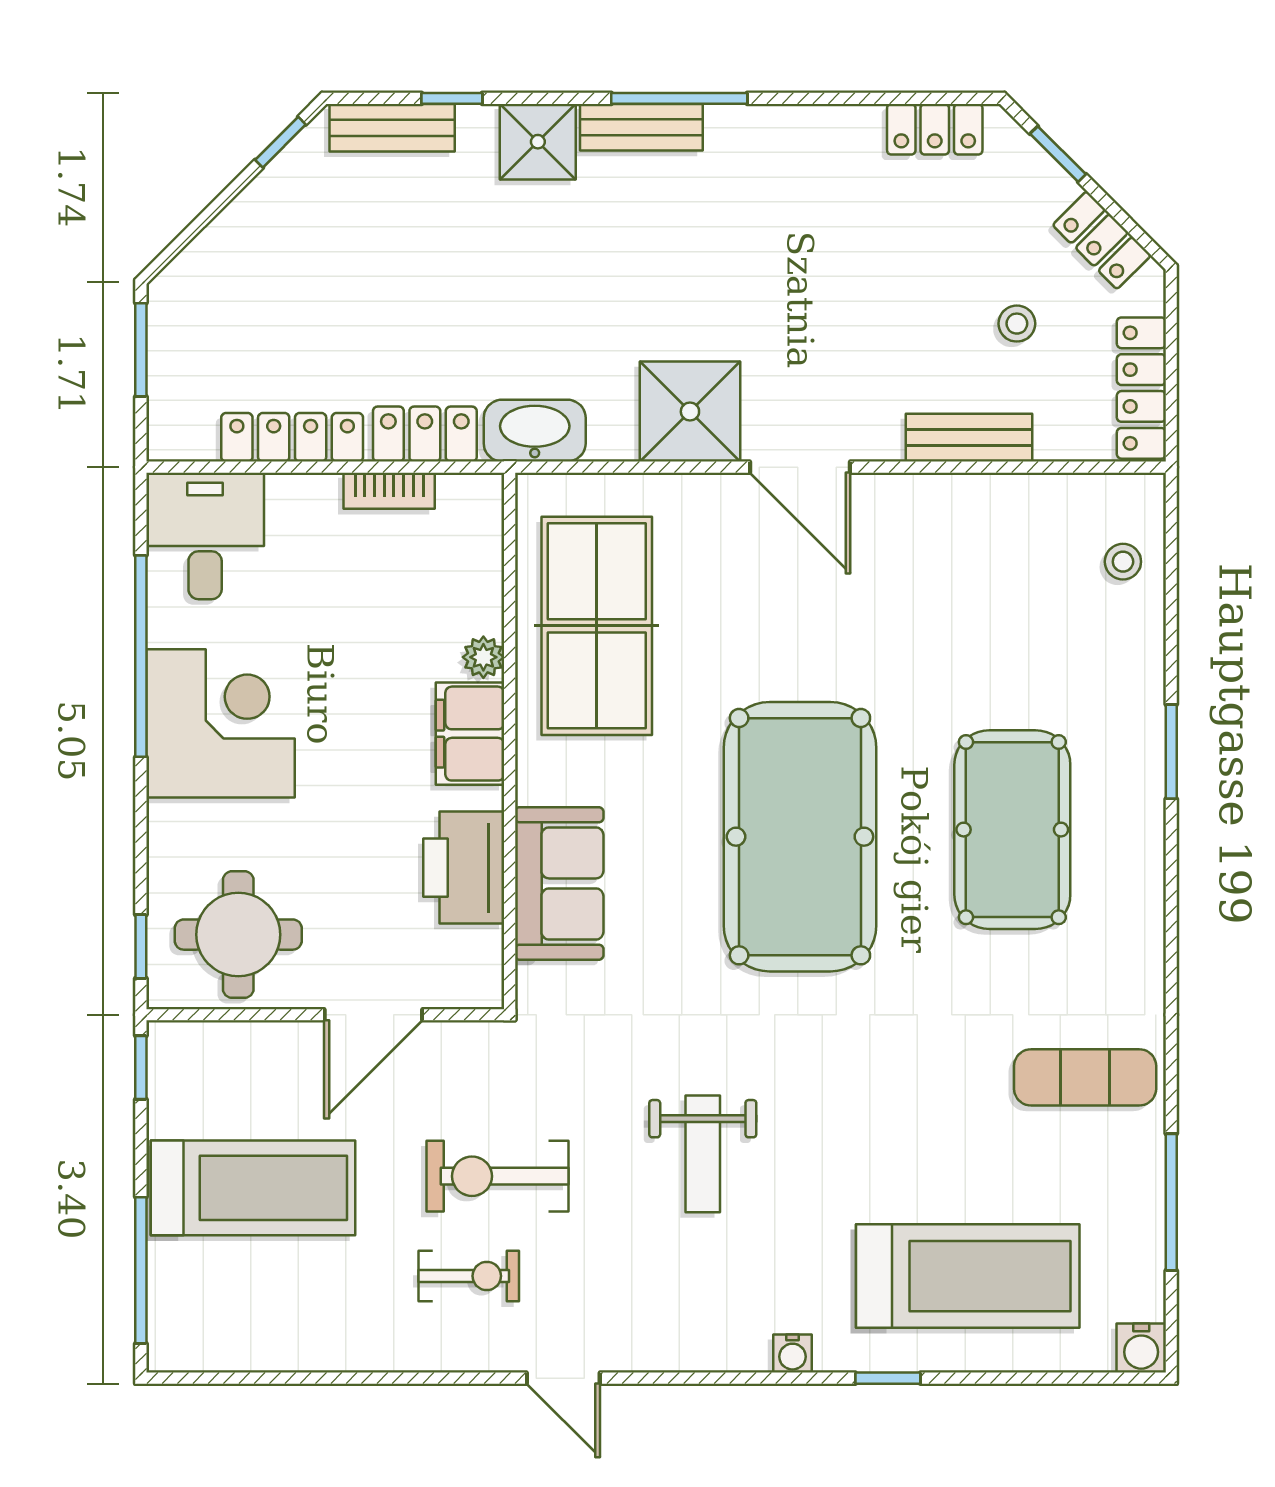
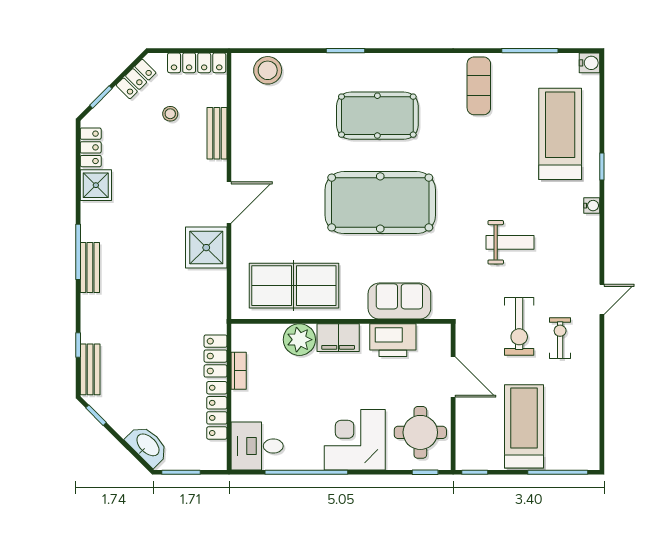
shower: (538, 142) -> (96, 185), moved
washbasin: (535, 431) -> (147, 445), moved, turned 135
stool: (1123, 562) -> (268, 70), width x1.89, depth x1.89
plant: (483, 657) -> (299, 340), width x1.88, depth x1.88
corner desk: (221, 723) -> (355, 440), moved

